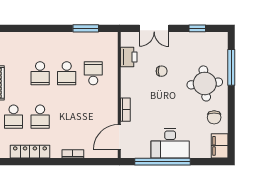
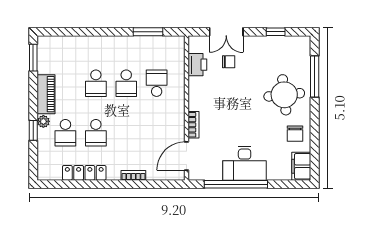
chair: (162, 71) -> (229, 62), moved

